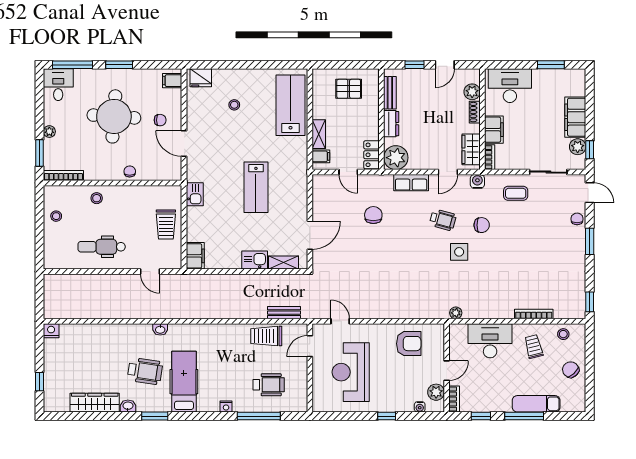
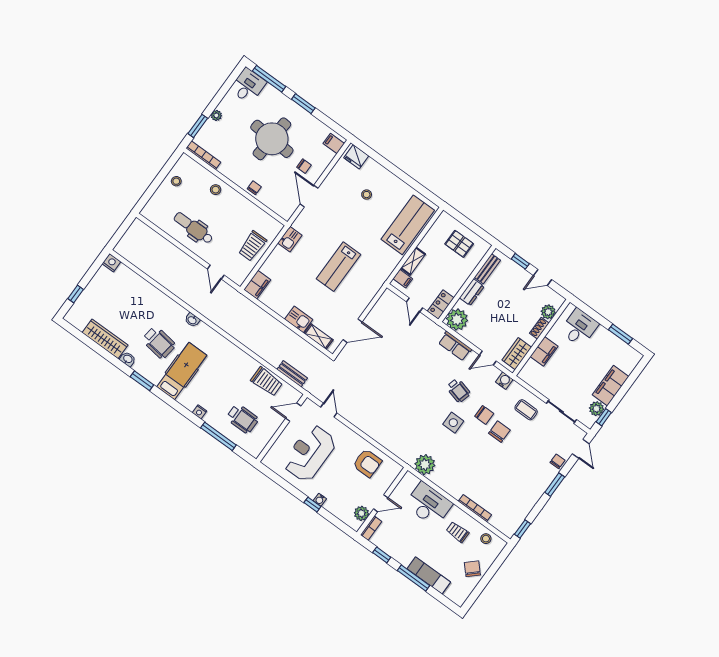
desk: (510, 86) -> (579, 328), width x0.73
bookcase: (490, 157) -> (526, 369), removed
chair: (373, 215) -> (499, 432), moved
plant: (456, 313) -> (425, 465), width x1.88, depth x1.88
trolley: (266, 336) -> (267, 382), turned 180
trolley: (534, 347) -> (458, 532), turned -76
water cooler: (420, 407) -> (320, 500), moved

